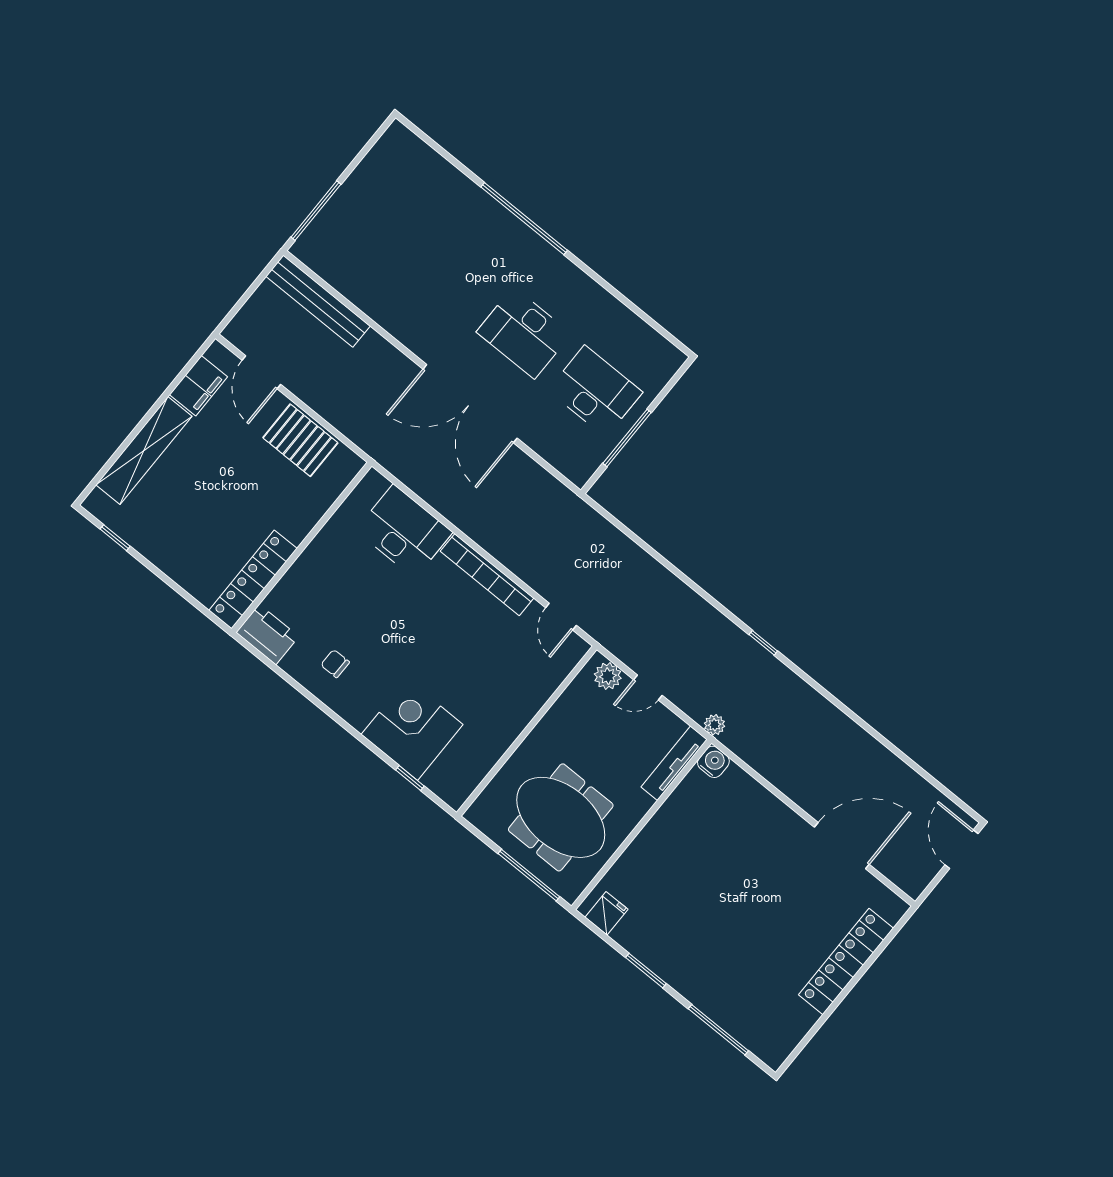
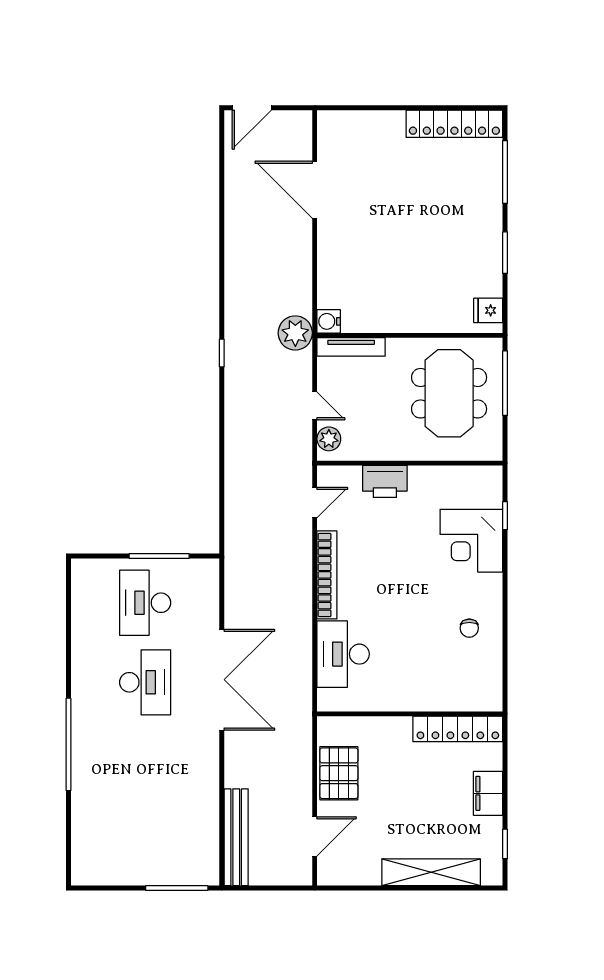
filing cabinet: (198, 386) -> (488, 793), moved, turned -90
printer: (267, 634) -> (385, 481), moved, turned -90
plant: (715, 725) -> (295, 333), width x1.88, depth x1.88
locker: (846, 961) -> (454, 124), moved

